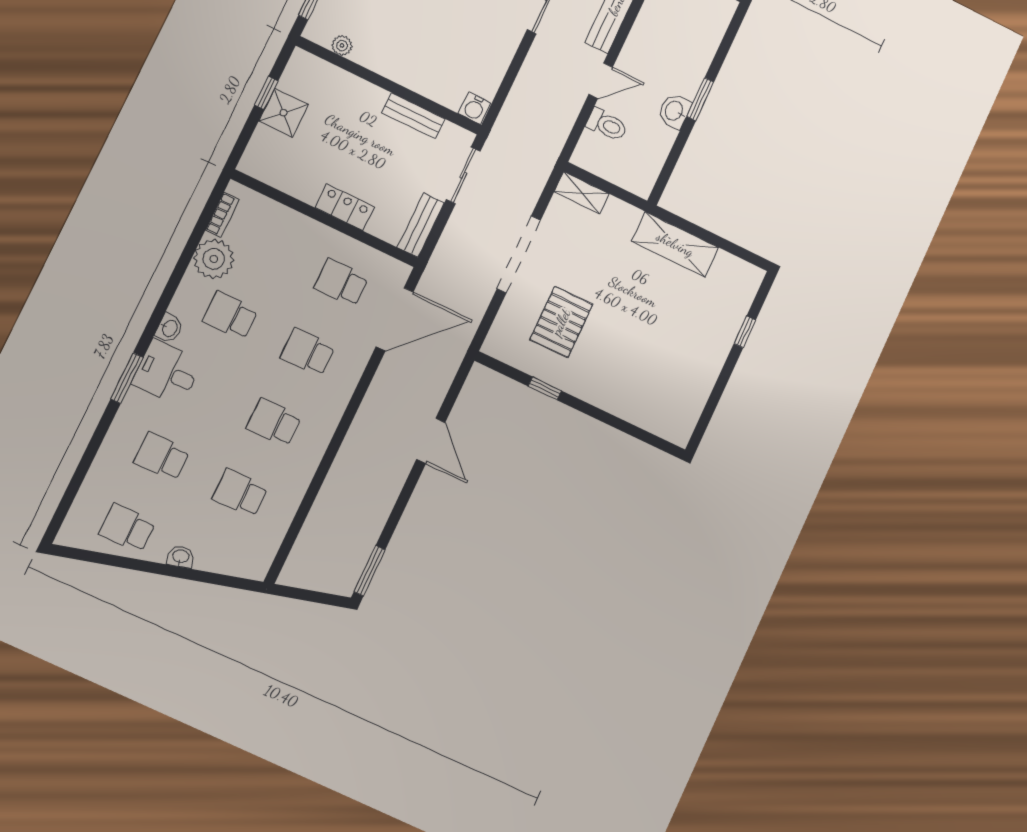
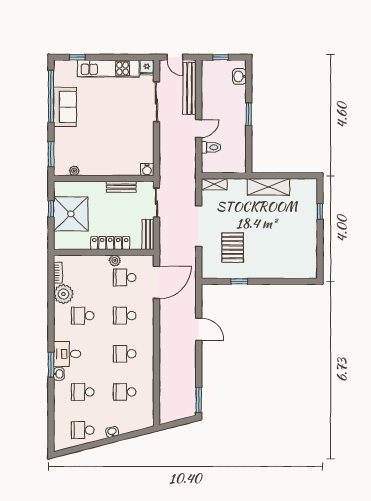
washbasin: (675, 111) -> (239, 76), moved
shower: (284, 113) -> (71, 214), width x1.86, depth x1.86
locker: (345, 207) -> (110, 243), width x1.53
plant: (338, 243) -> (115, 261), added
washbasin: (169, 328) -> (59, 374), moved

